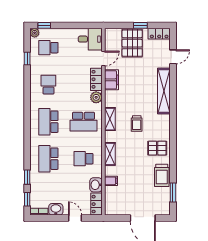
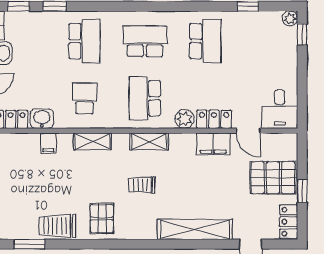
school desk: (48, 48) -> (266, 41), removed
school desk: (48, 85) -> (205, 41), width x1.85
school desk: (48, 159) -> (85, 41), turned 90

